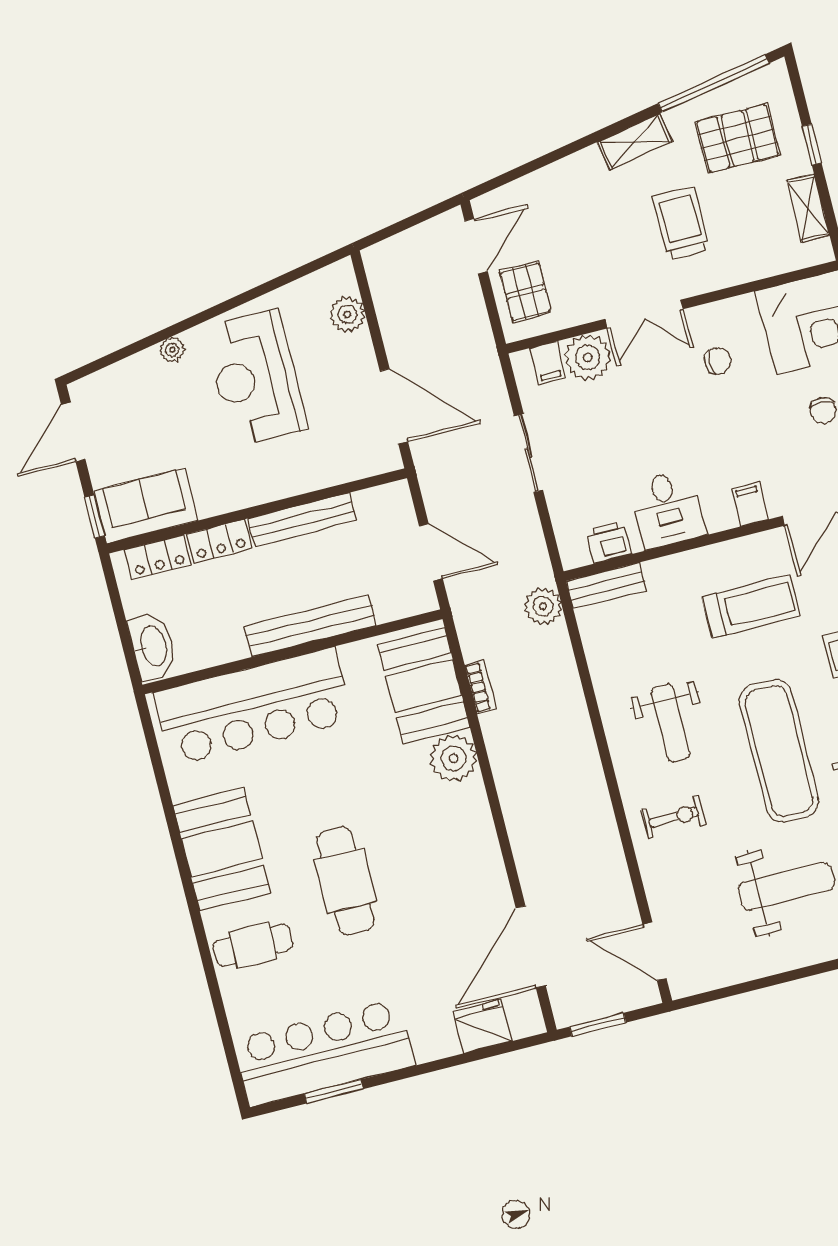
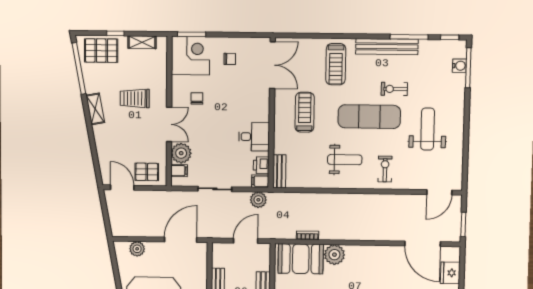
pallet: (738, 138) -> (101, 51), moved, turned 90
filing cabinet: (750, 504) -> (260, 181), moved
plant: (543, 606) -> (258, 200), moved

